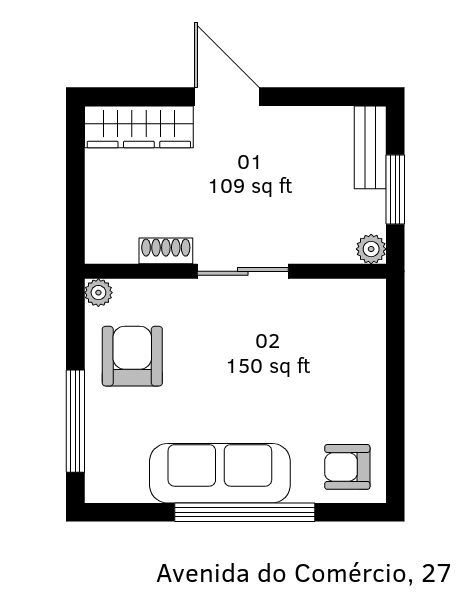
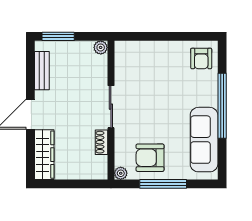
bench: (370, 147) -> (42, 71), moved, turned 90
window: (395, 190) -> (58, 36), moved
window: (75, 421) -> (163, 184), moved
sofa: (220, 473) -> (204, 140), moved

